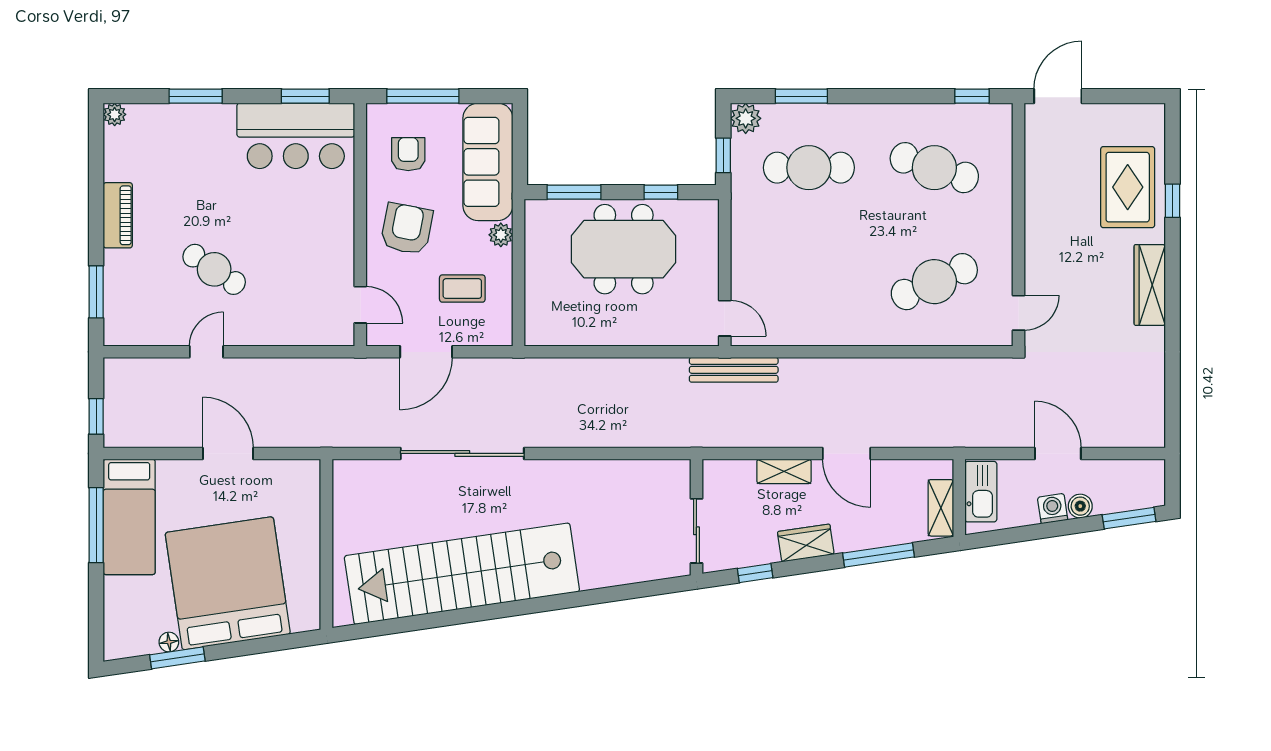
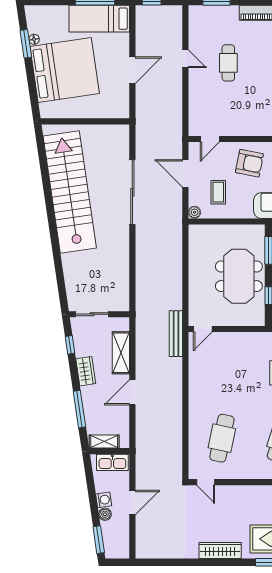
plant: (501, 235) -> (195, 212), moved
cafe table: (214, 269) -> (228, 63), turned -34
cafe table: (934, 282) -> (222, 438), turned 36
shelving: (784, 471) -> (121, 353), width x1.50, depth x1.33

